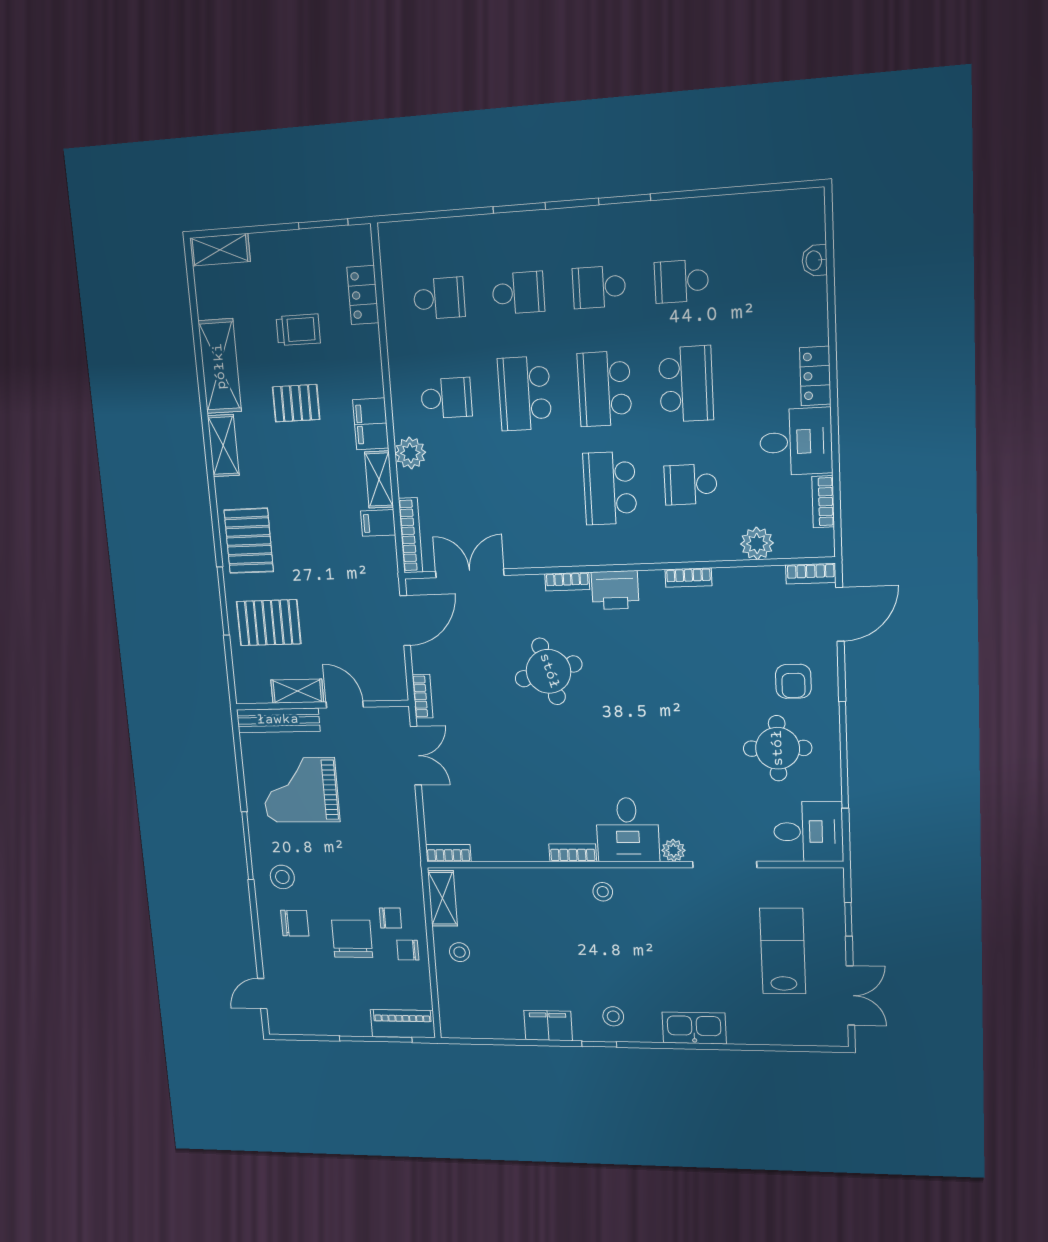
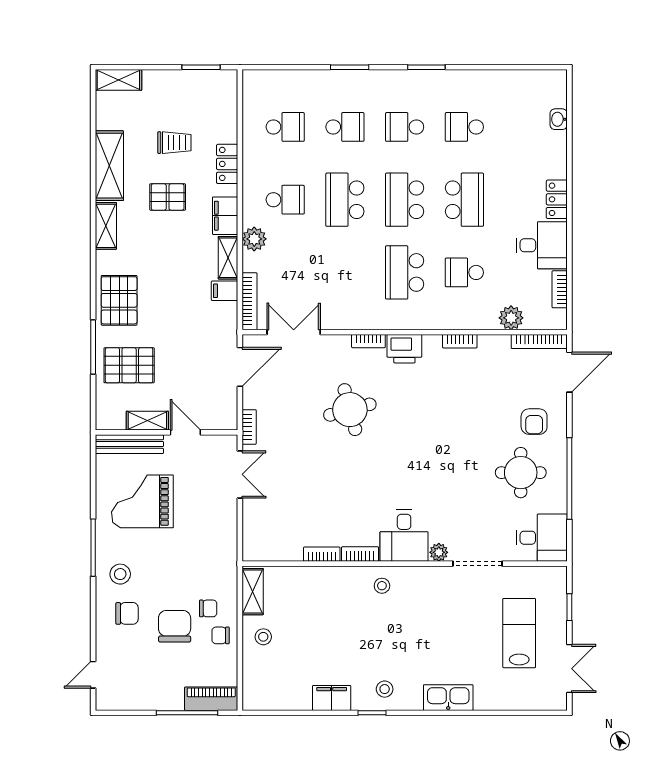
locker: (363, 295) -> (227, 164), moved
bookcase: (811, 574) -> (539, 342), width x1.56
bookcase: (448, 853) -> (322, 554), moved

